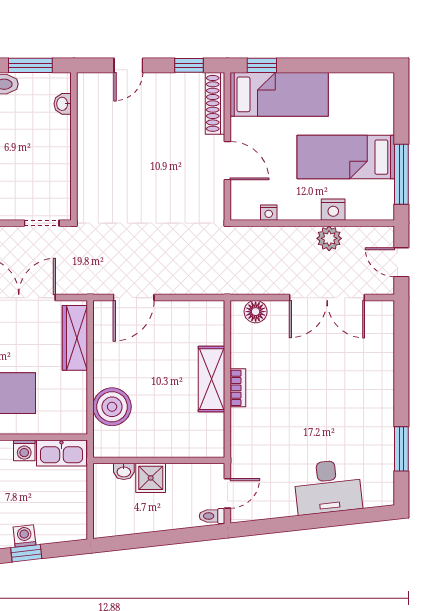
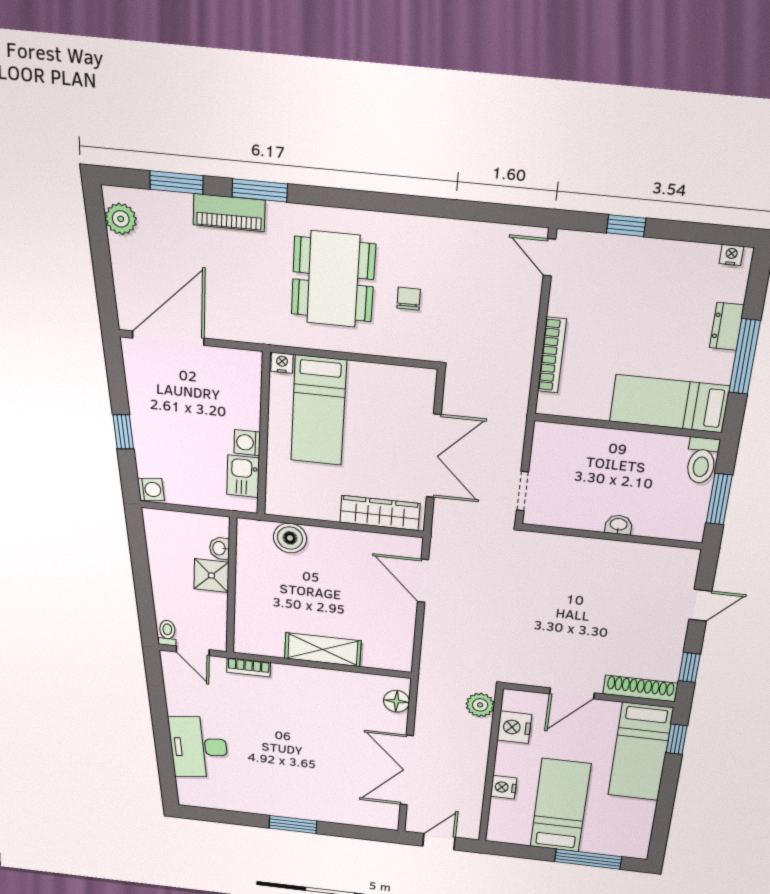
door: (128, 65) -> (700, 605), swing flipped
washbasin: (63, 104) -> (619, 525), moved
window: (401, 174) -> (588, 859), moved
nightstand: (269, 213) -> (514, 727), width x1.89, depth x1.79
plant: (329, 238) -> (480, 705), moved
bookcase: (238, 388) -> (249, 667), moved
boiler: (112, 407) -> (290, 538), width x0.73, depth x0.73
window: (401, 449) -> (293, 825), moved
kitchen sink: (61, 453) -> (243, 476), width x0.73
washing machine: (24, 536) -> (151, 490), moved

